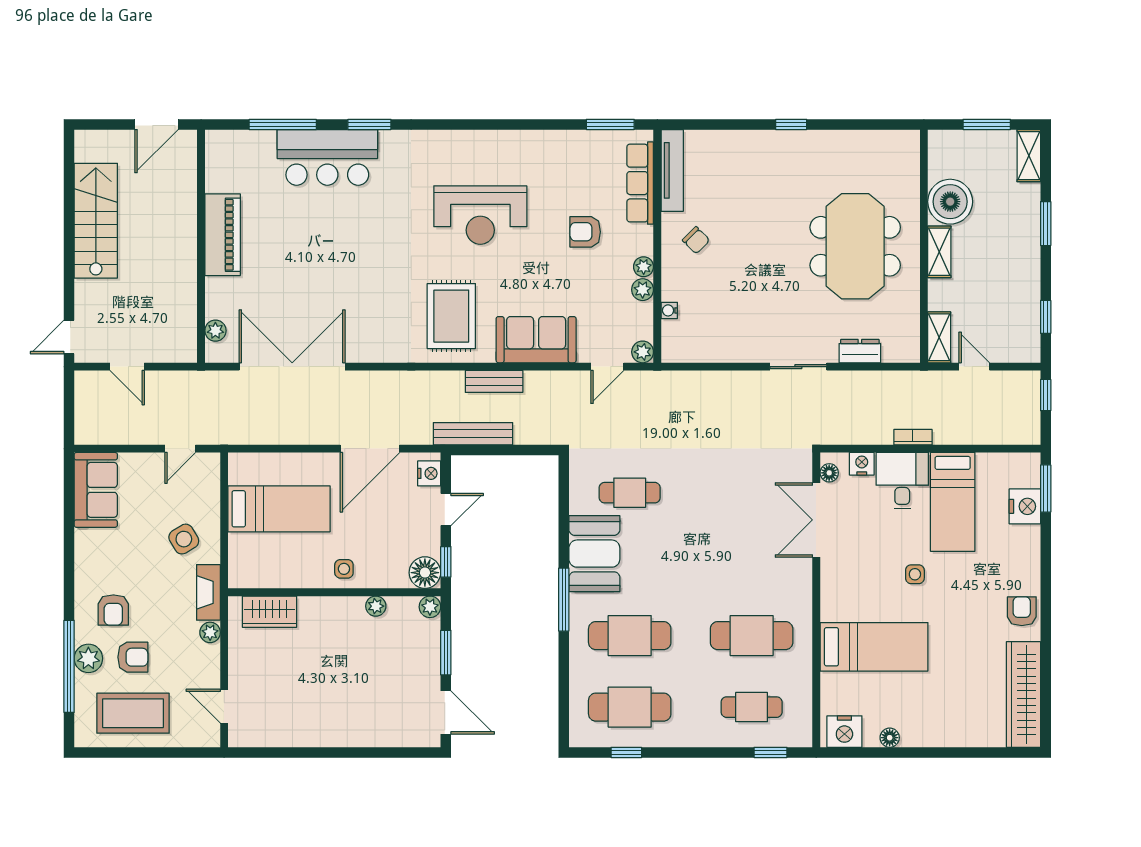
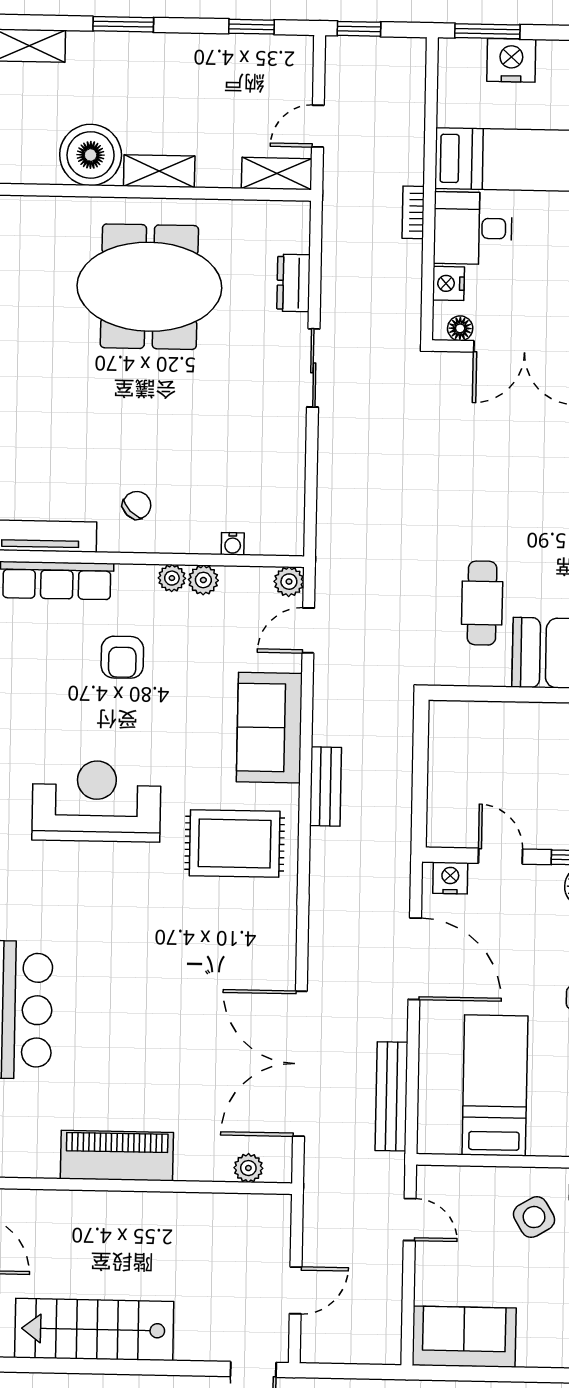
reception desk: (480, 215) -> (97, 801), turned -90
door: (607, 367) -> (308, 630), swing flipped
bench: (473, 434) -> (391, 1096), moved

